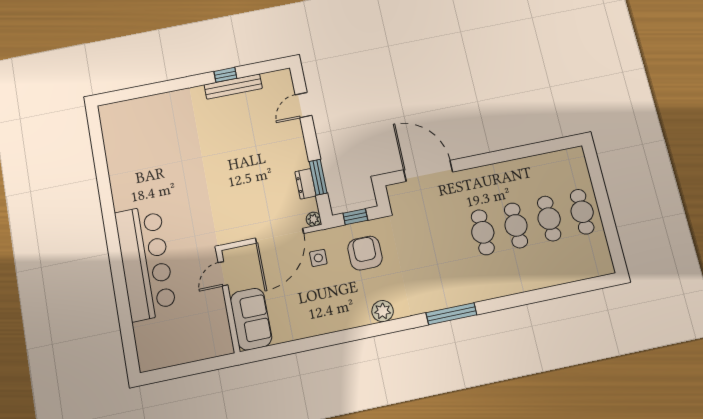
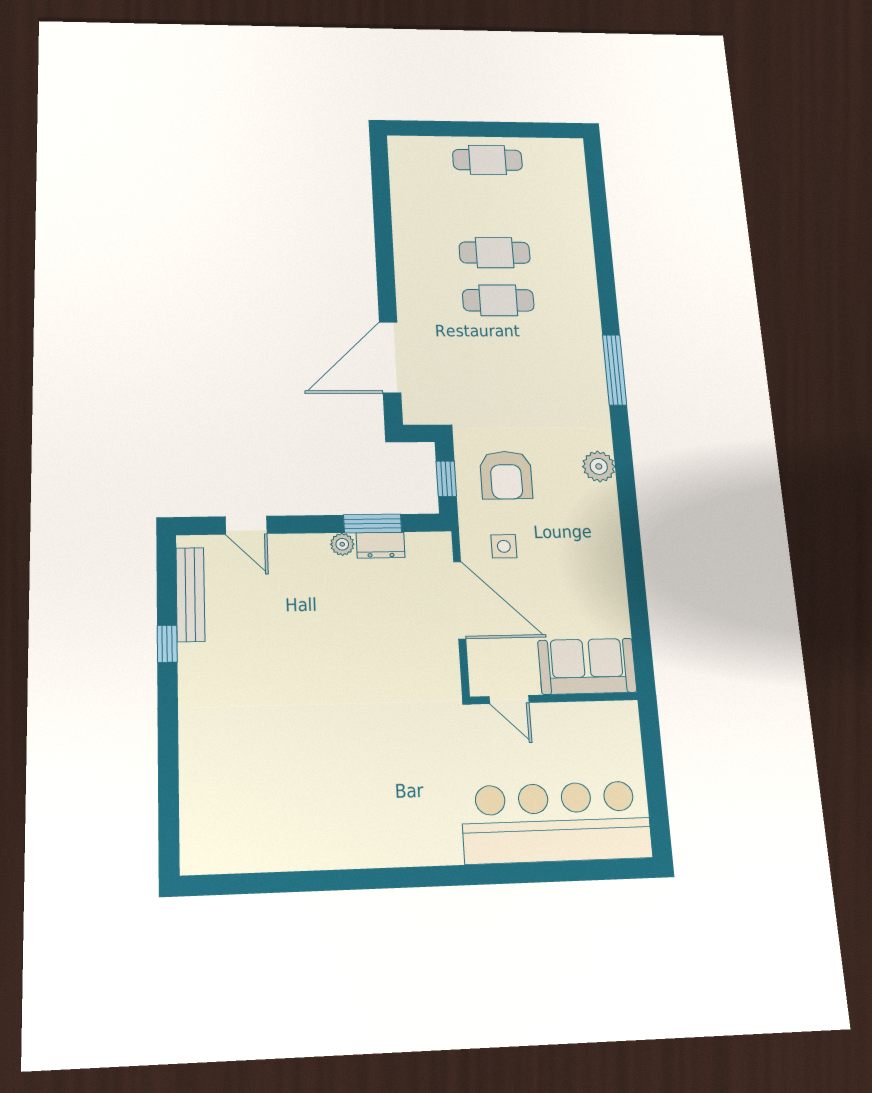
bench: (233, 87) -> (190, 594), moved
plant: (314, 219) -> (342, 544), moved
cafe table: (549, 219) -> (491, 206), removed
armchair: (365, 253) -> (506, 475), turned -90
bar counter: (145, 262) -> (556, 822), moved

